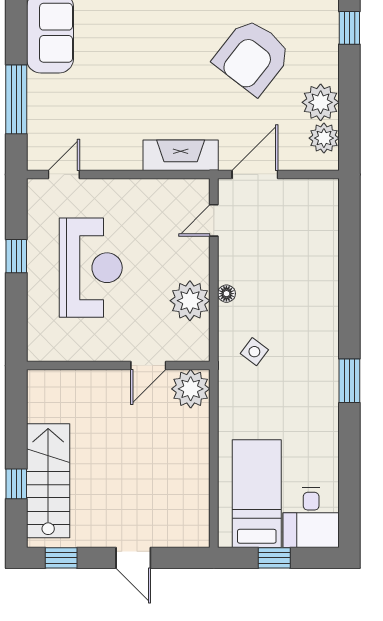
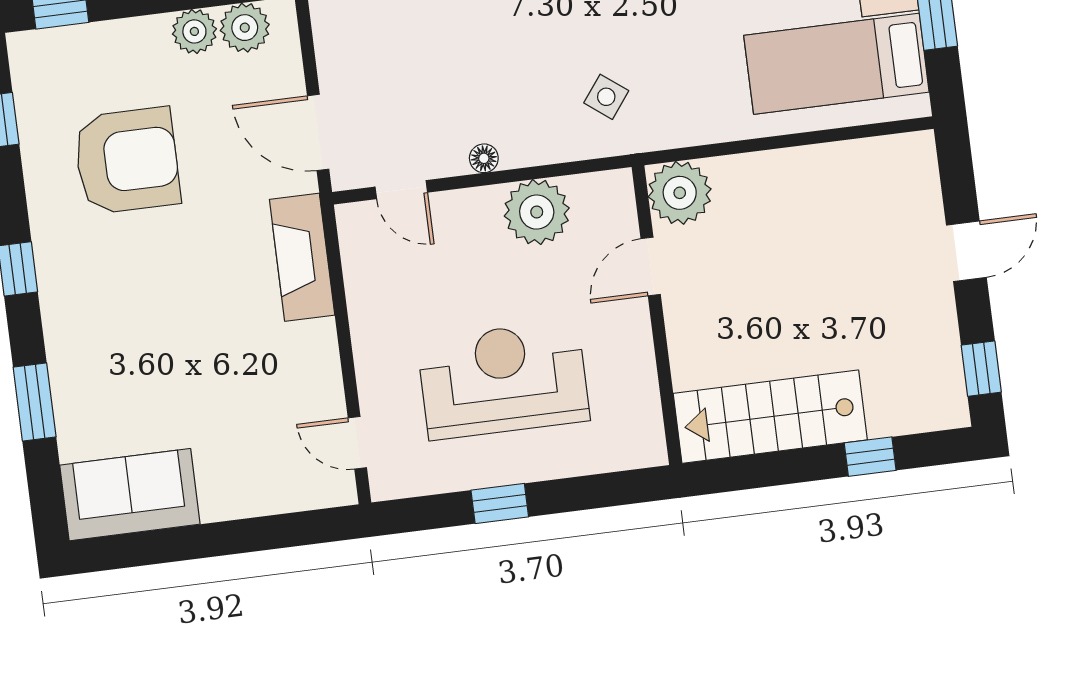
armchair: (252, 57) -> (127, 161), turned -38
window: (16, 99) -> (245, 536), removed
plant: (321, 102) -> (194, 31), width x0.73, depth x0.73
floor lamp: (226, 294) -> (484, 158), moved
door: (148, 366) -> (651, 266), swing flipped
stairs: (48, 481) -> (770, 417), moved

